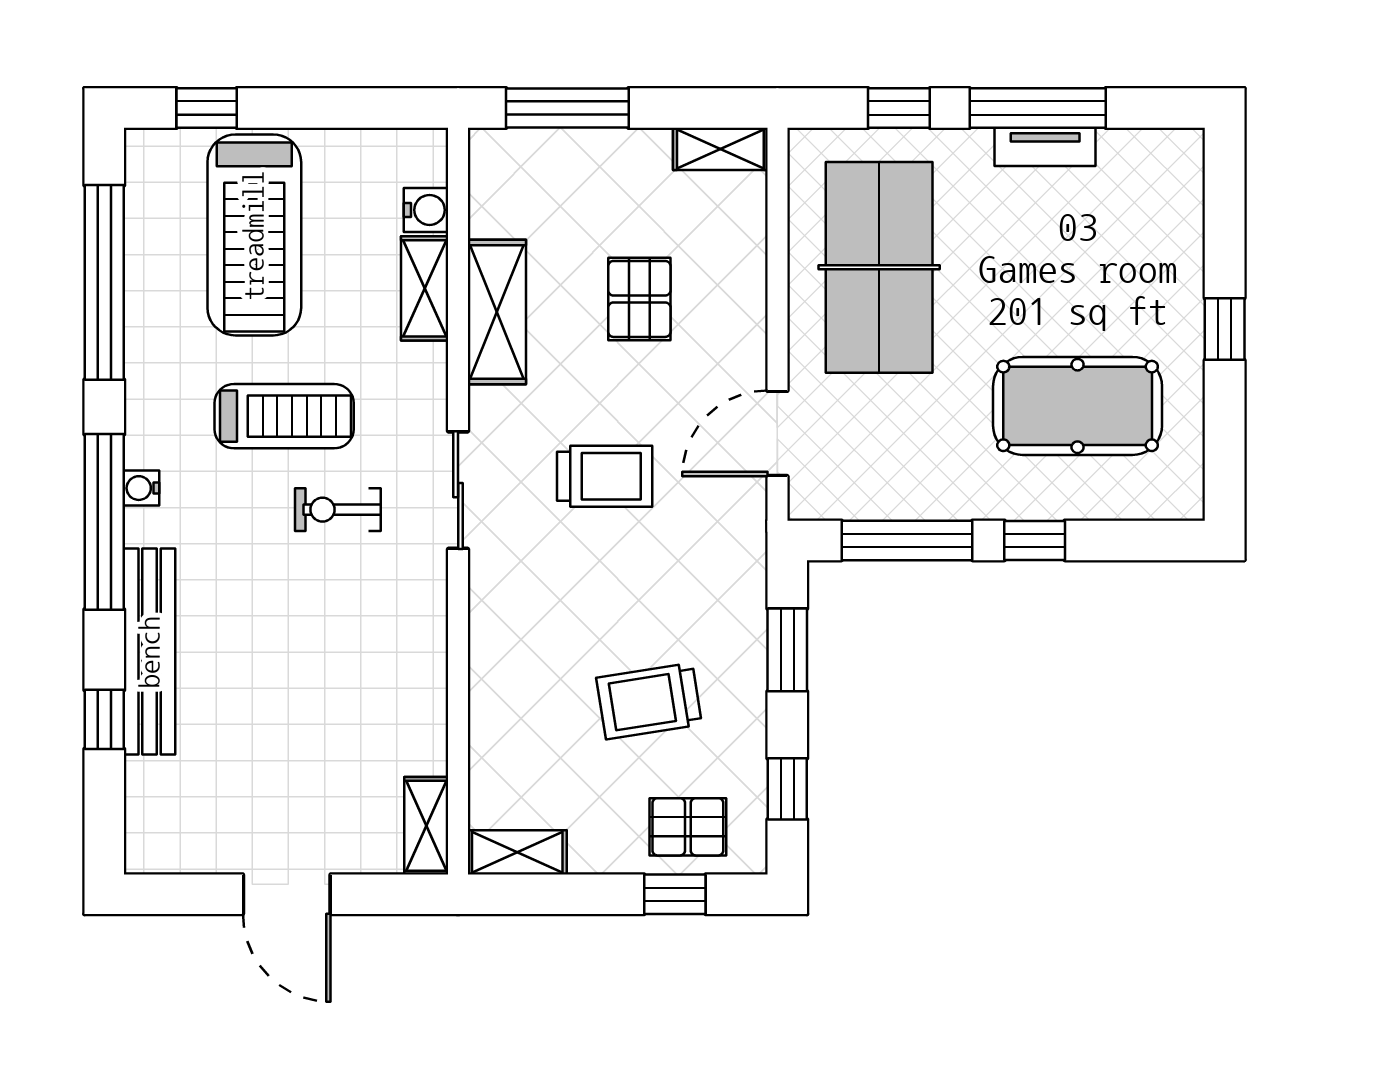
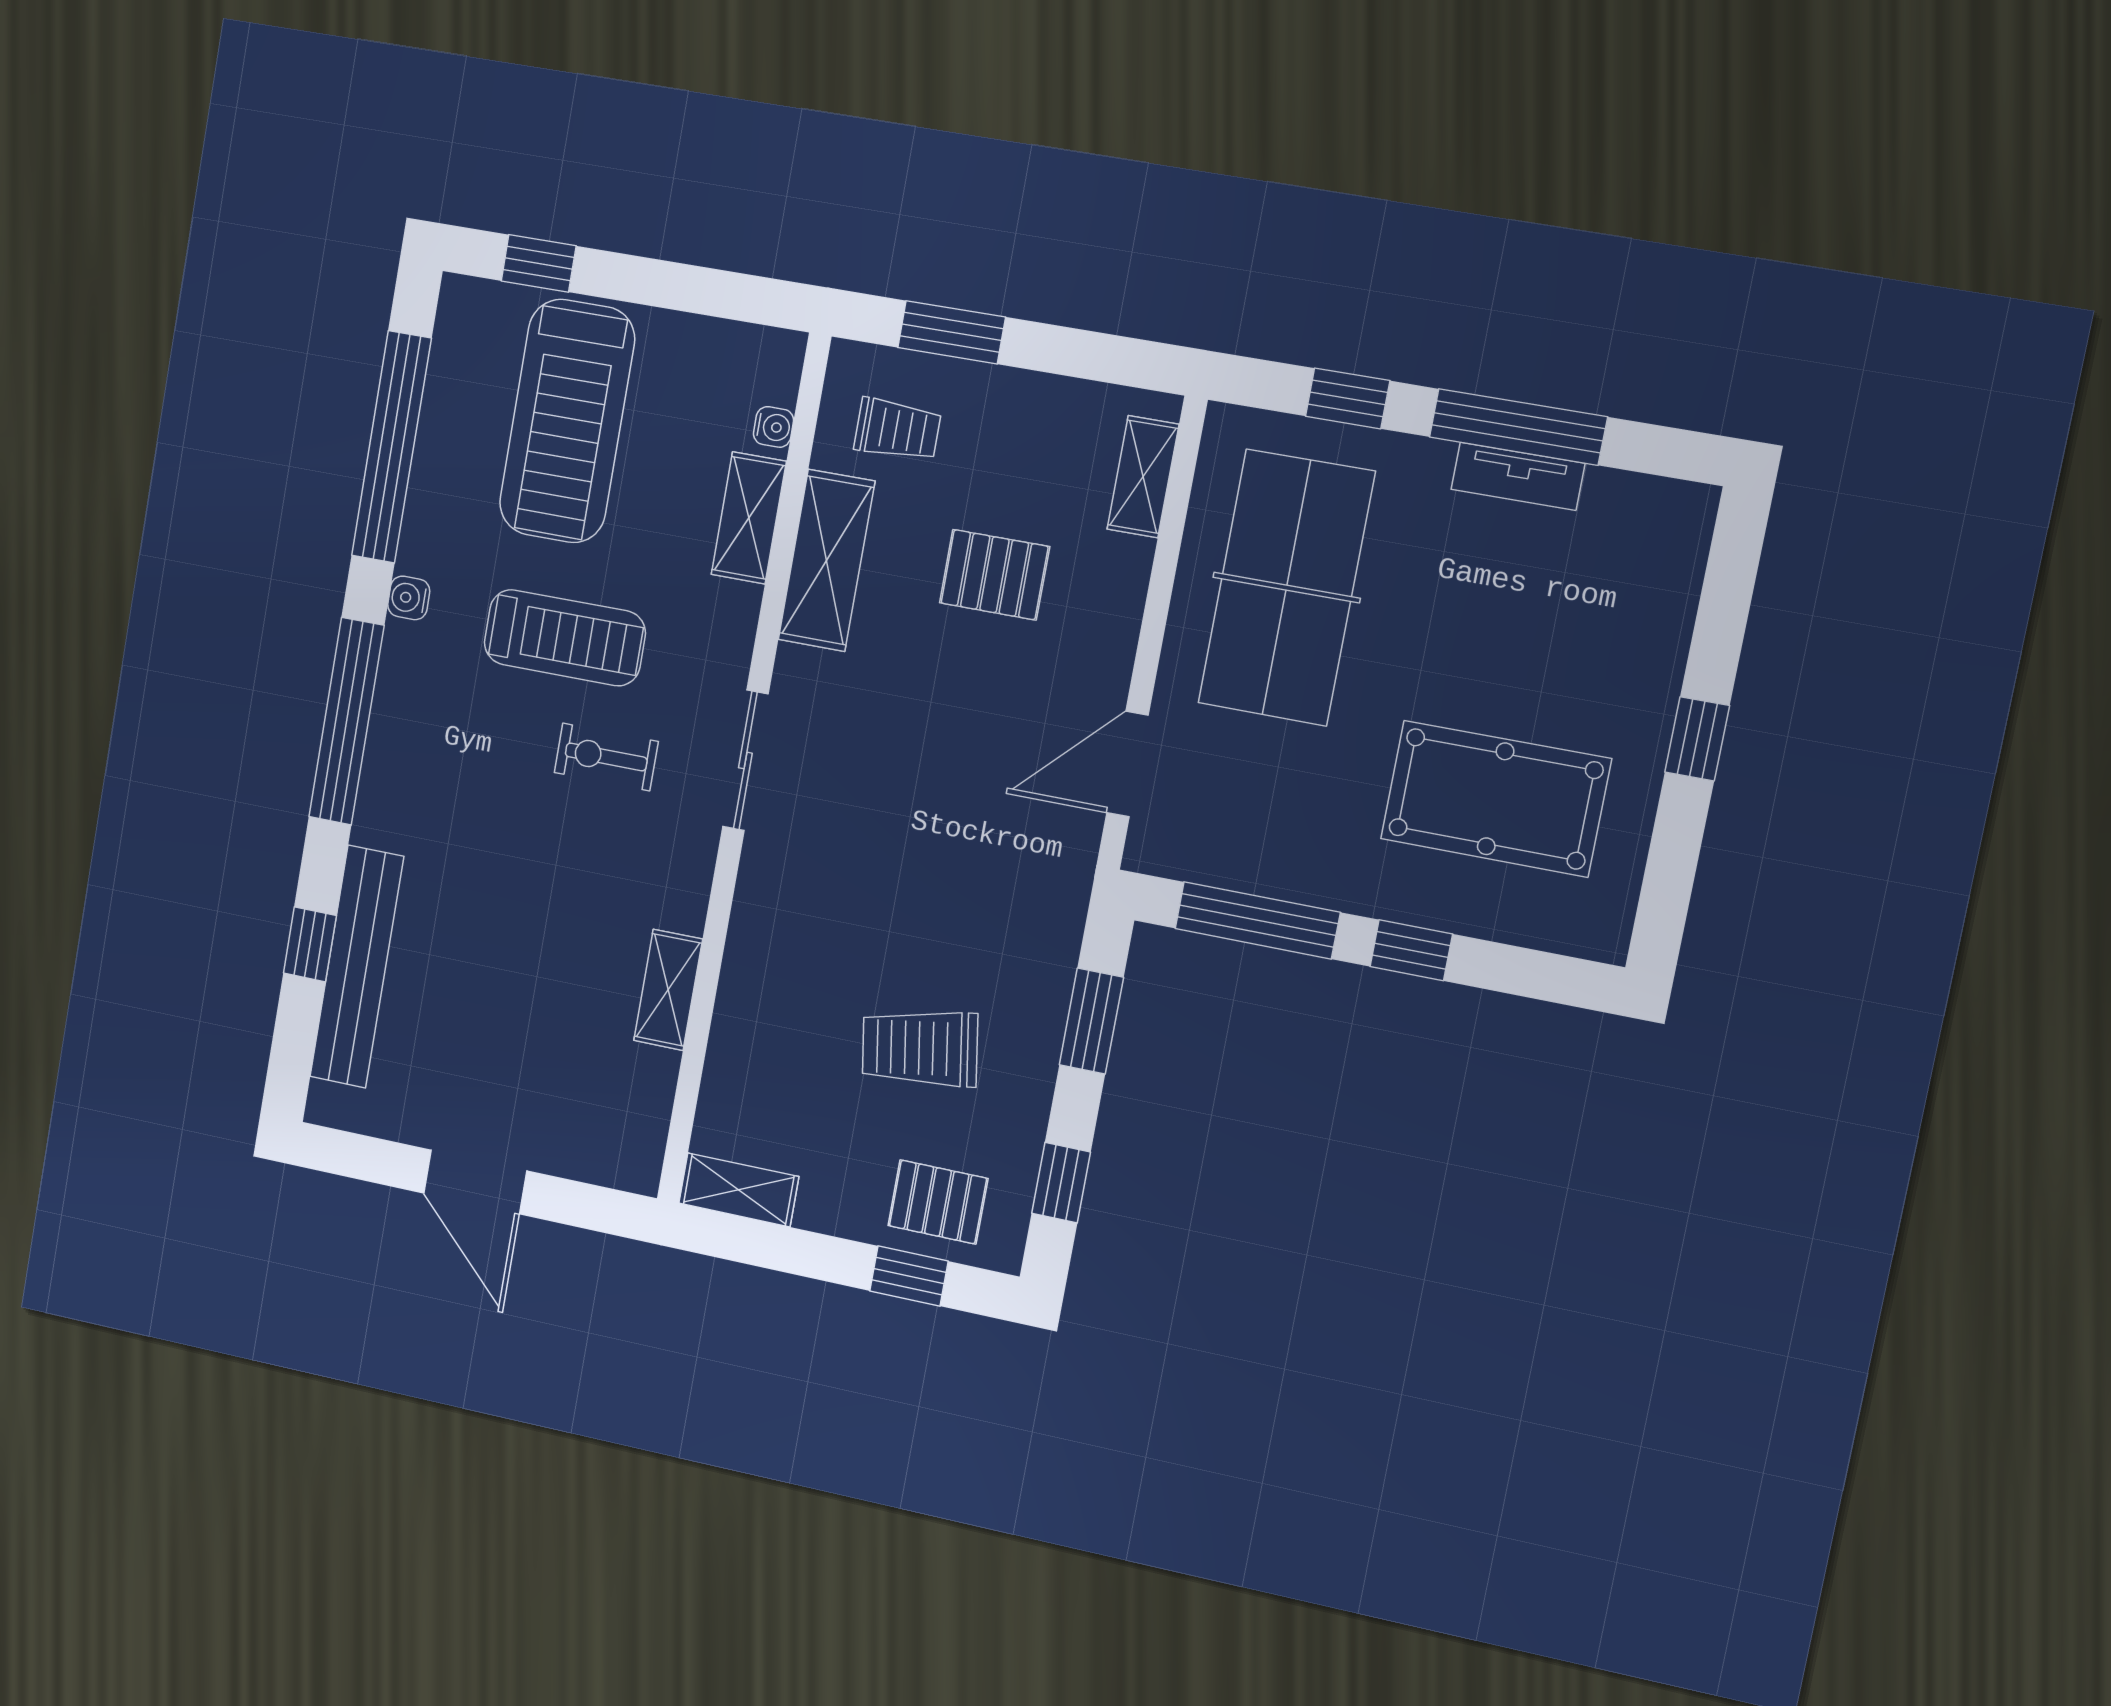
window: (567, 108) -> (952, 332), width x0.69
shelving: (720, 149) -> (1143, 477), moved, turned 90
water cooler: (426, 210) -> (773, 427), width x0.72, depth x0.72
pallet: (639, 299) -> (994, 575), turned 90
trolley: (605, 476) -> (897, 430), moved, width x0.73, depth x0.72
water cooler: (142, 488) -> (409, 598), moved
bench: (150, 652) -> (357, 967), moved
shelving: (426, 826) -> (668, 990), moved

